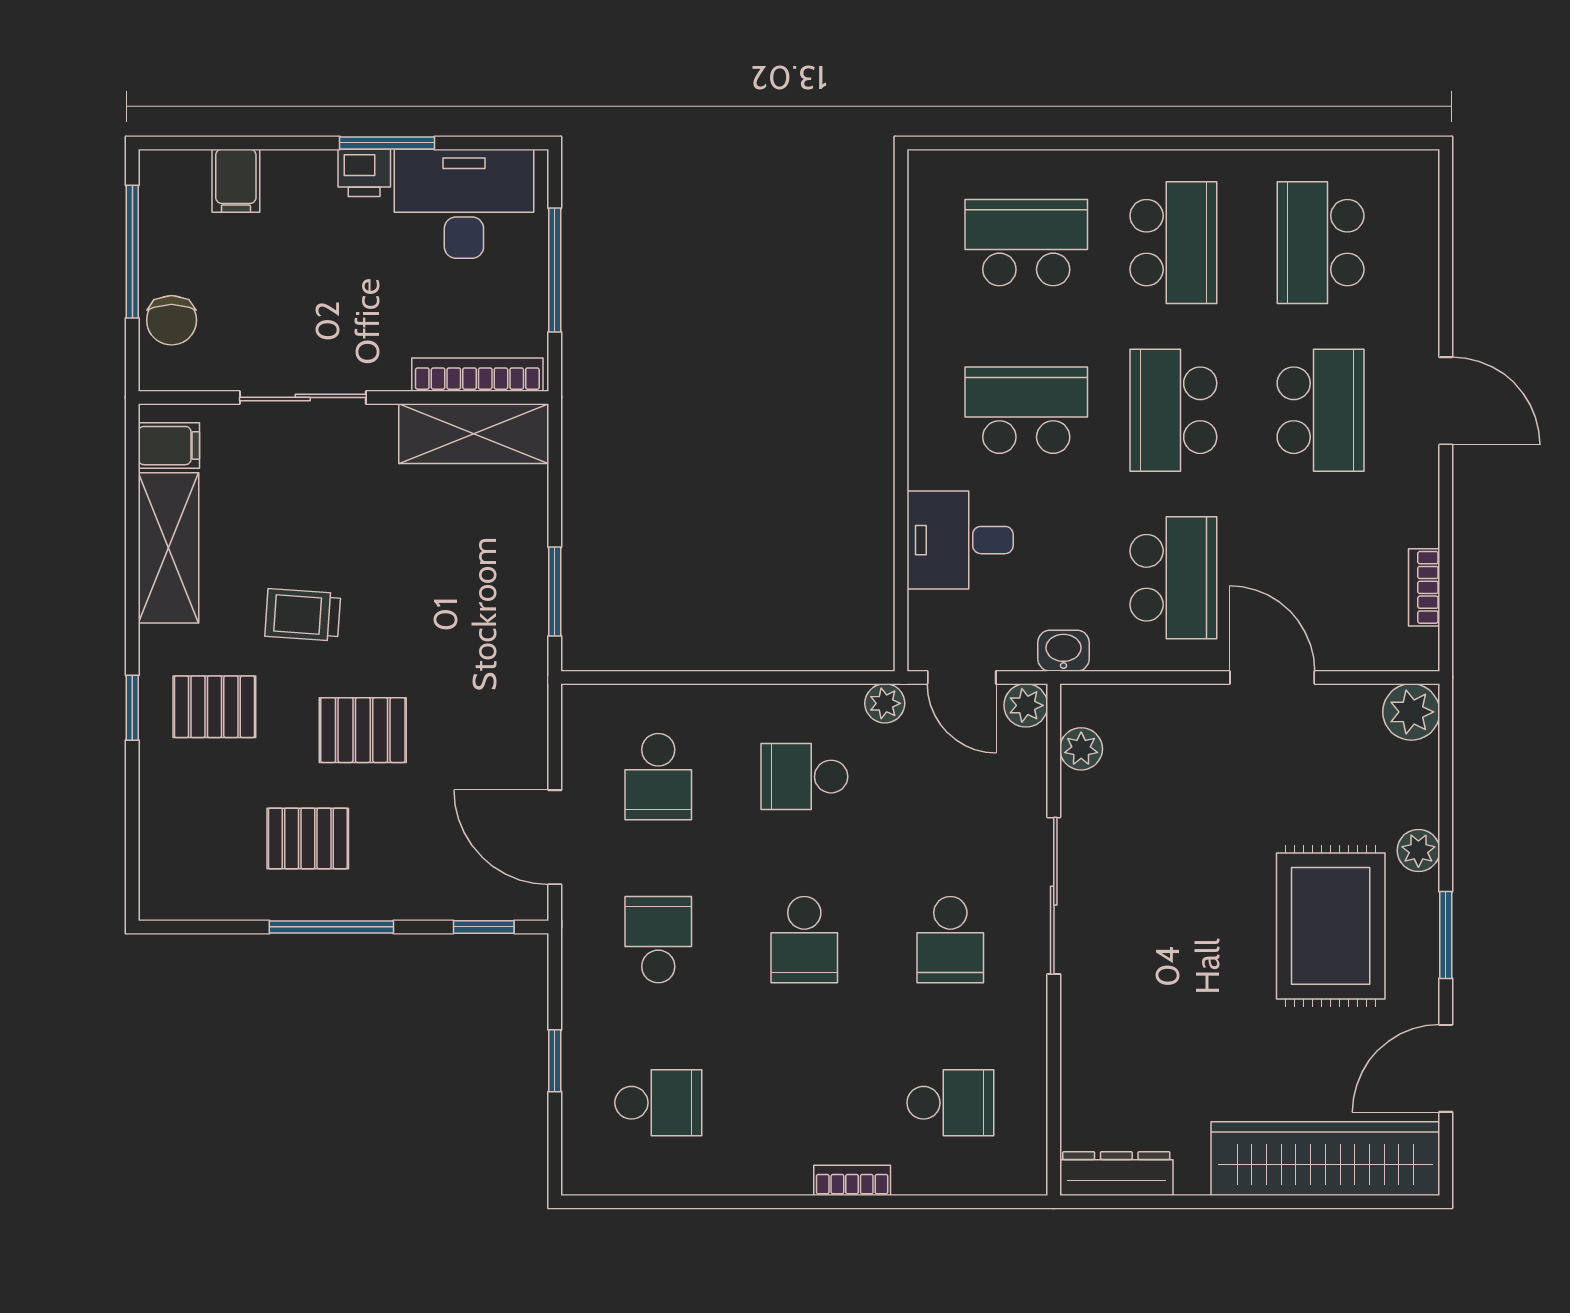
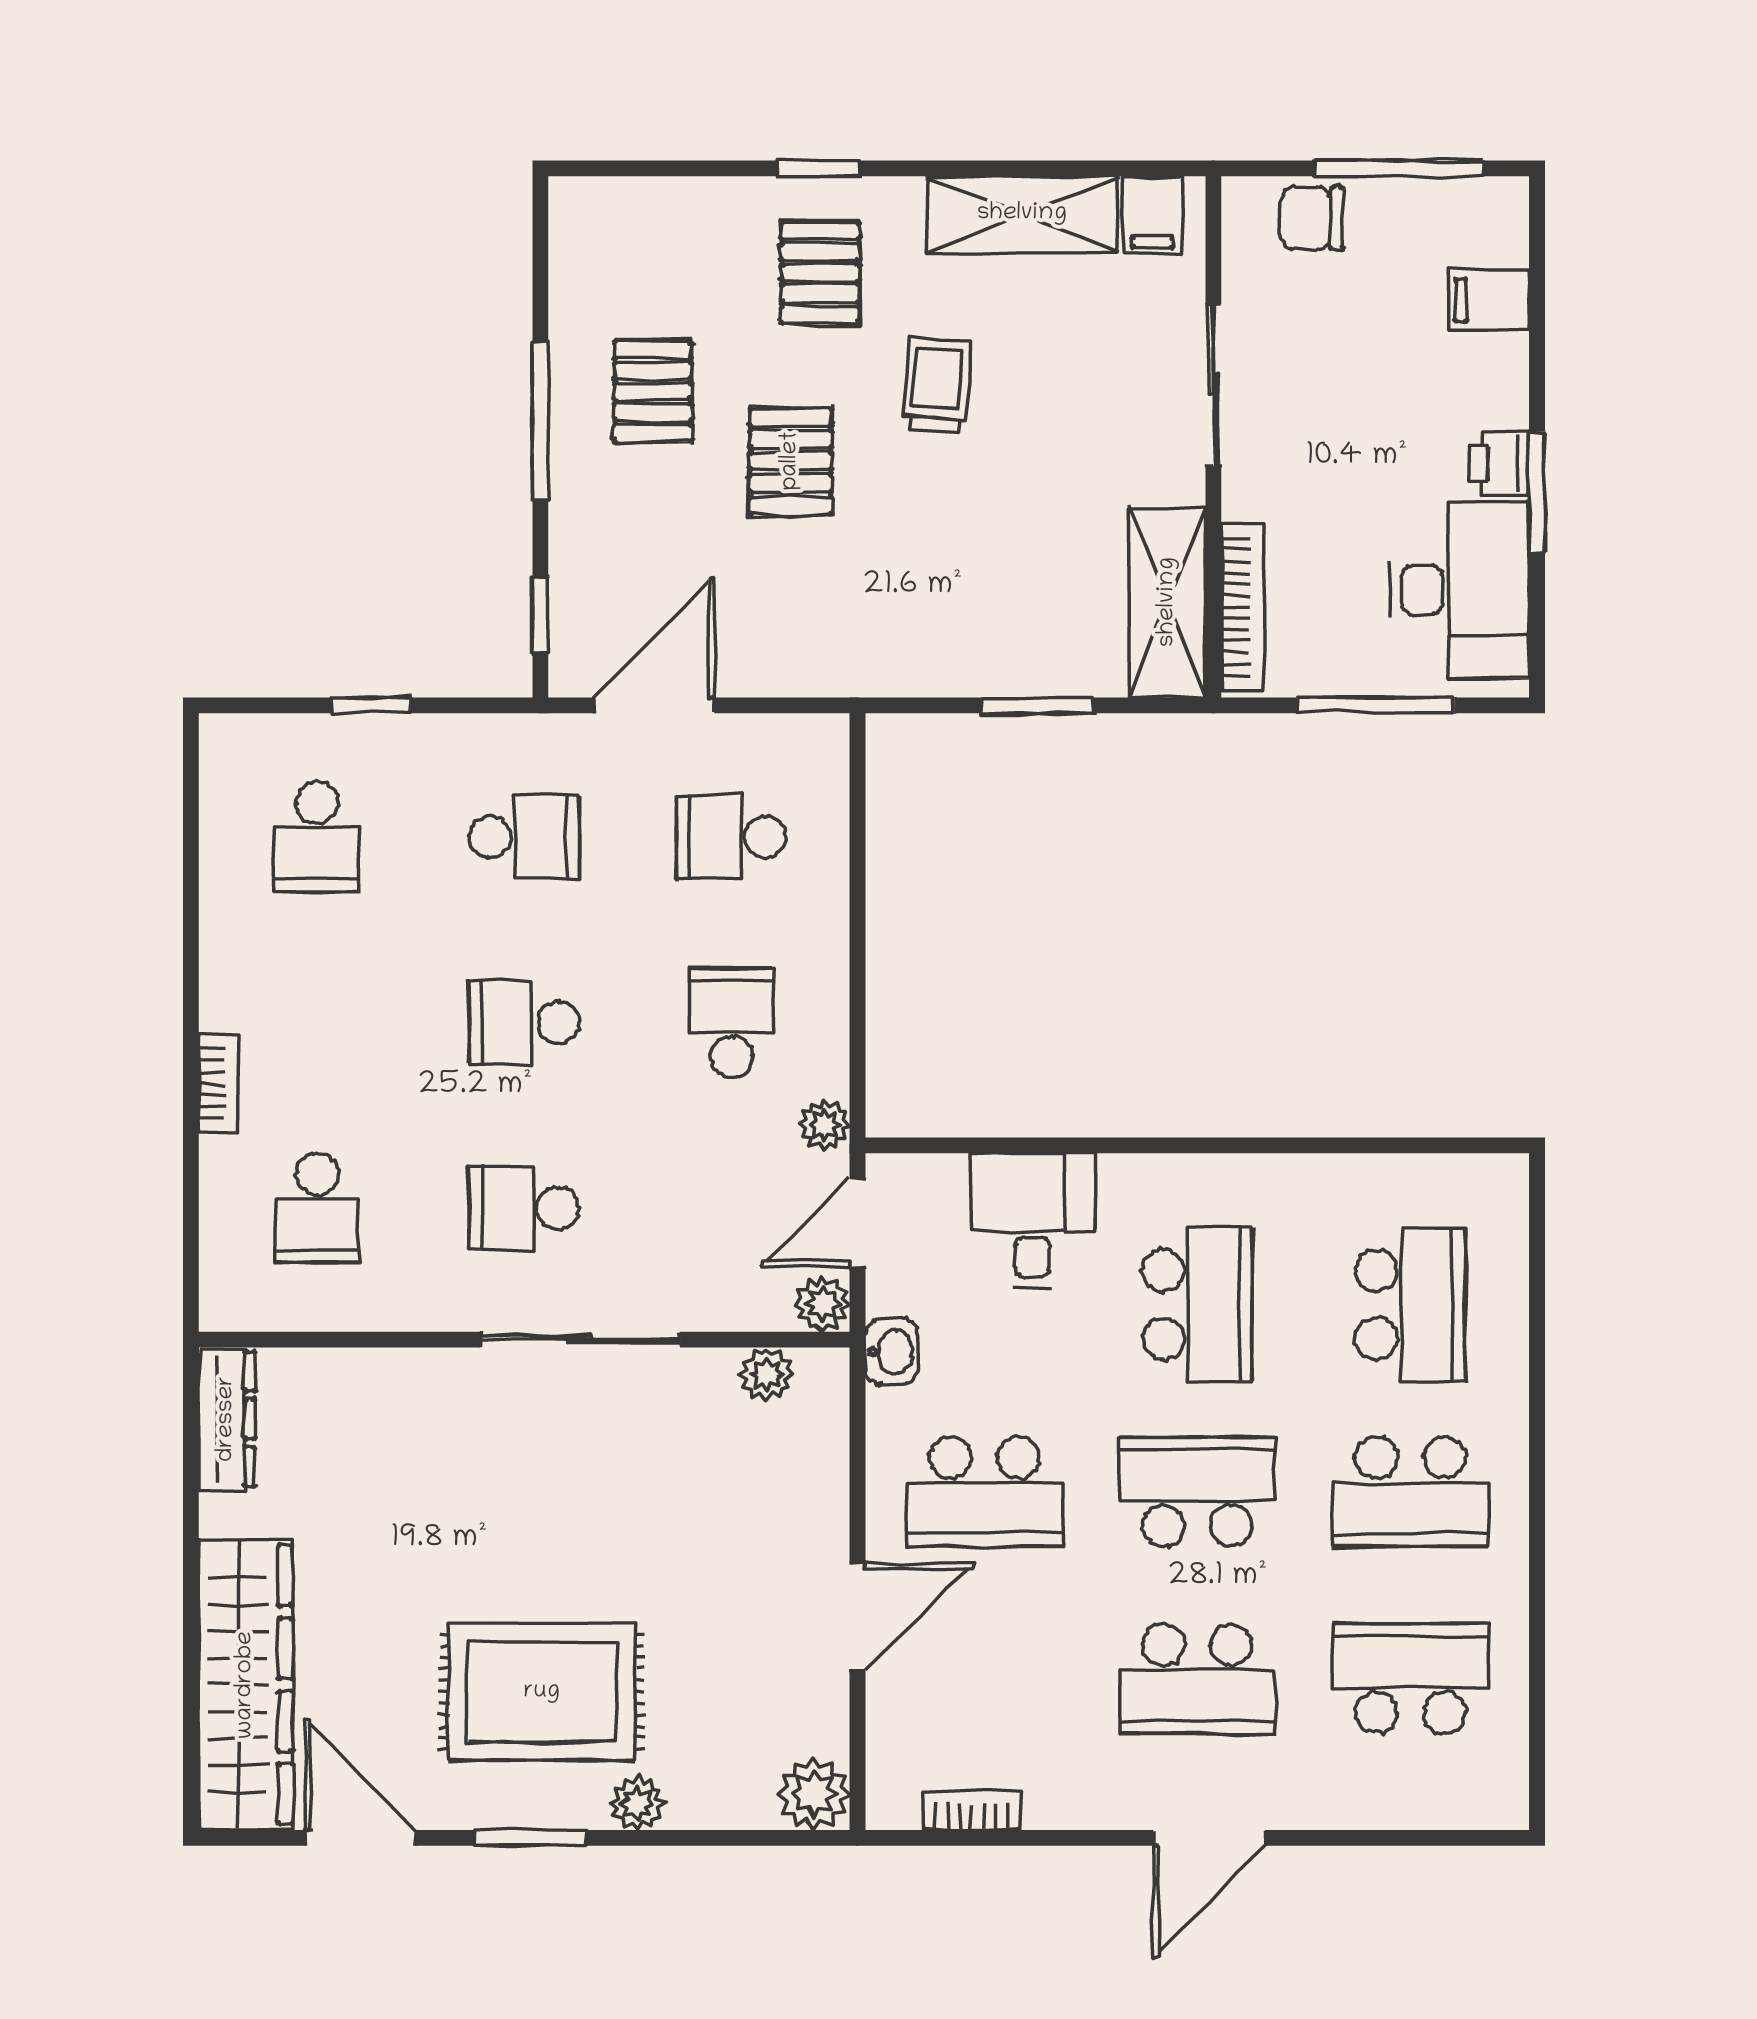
window: (555, 591) -> (1038, 705), moved

